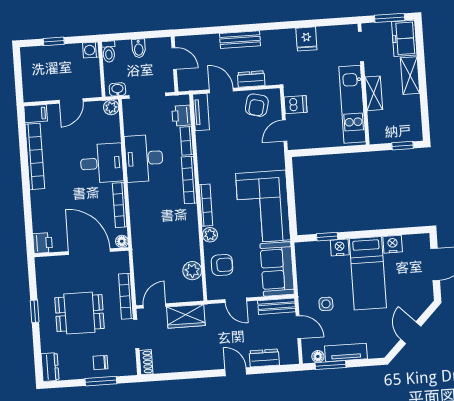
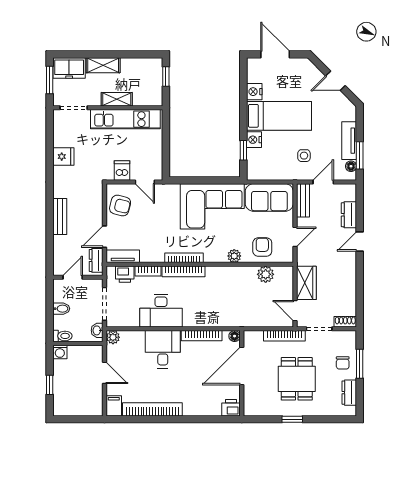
dresser: (251, 79) -> (96, 260), moved
bookcase: (206, 205) -> (184, 258), moved
dresser: (50, 367) -> (349, 393), moved, turned -90

